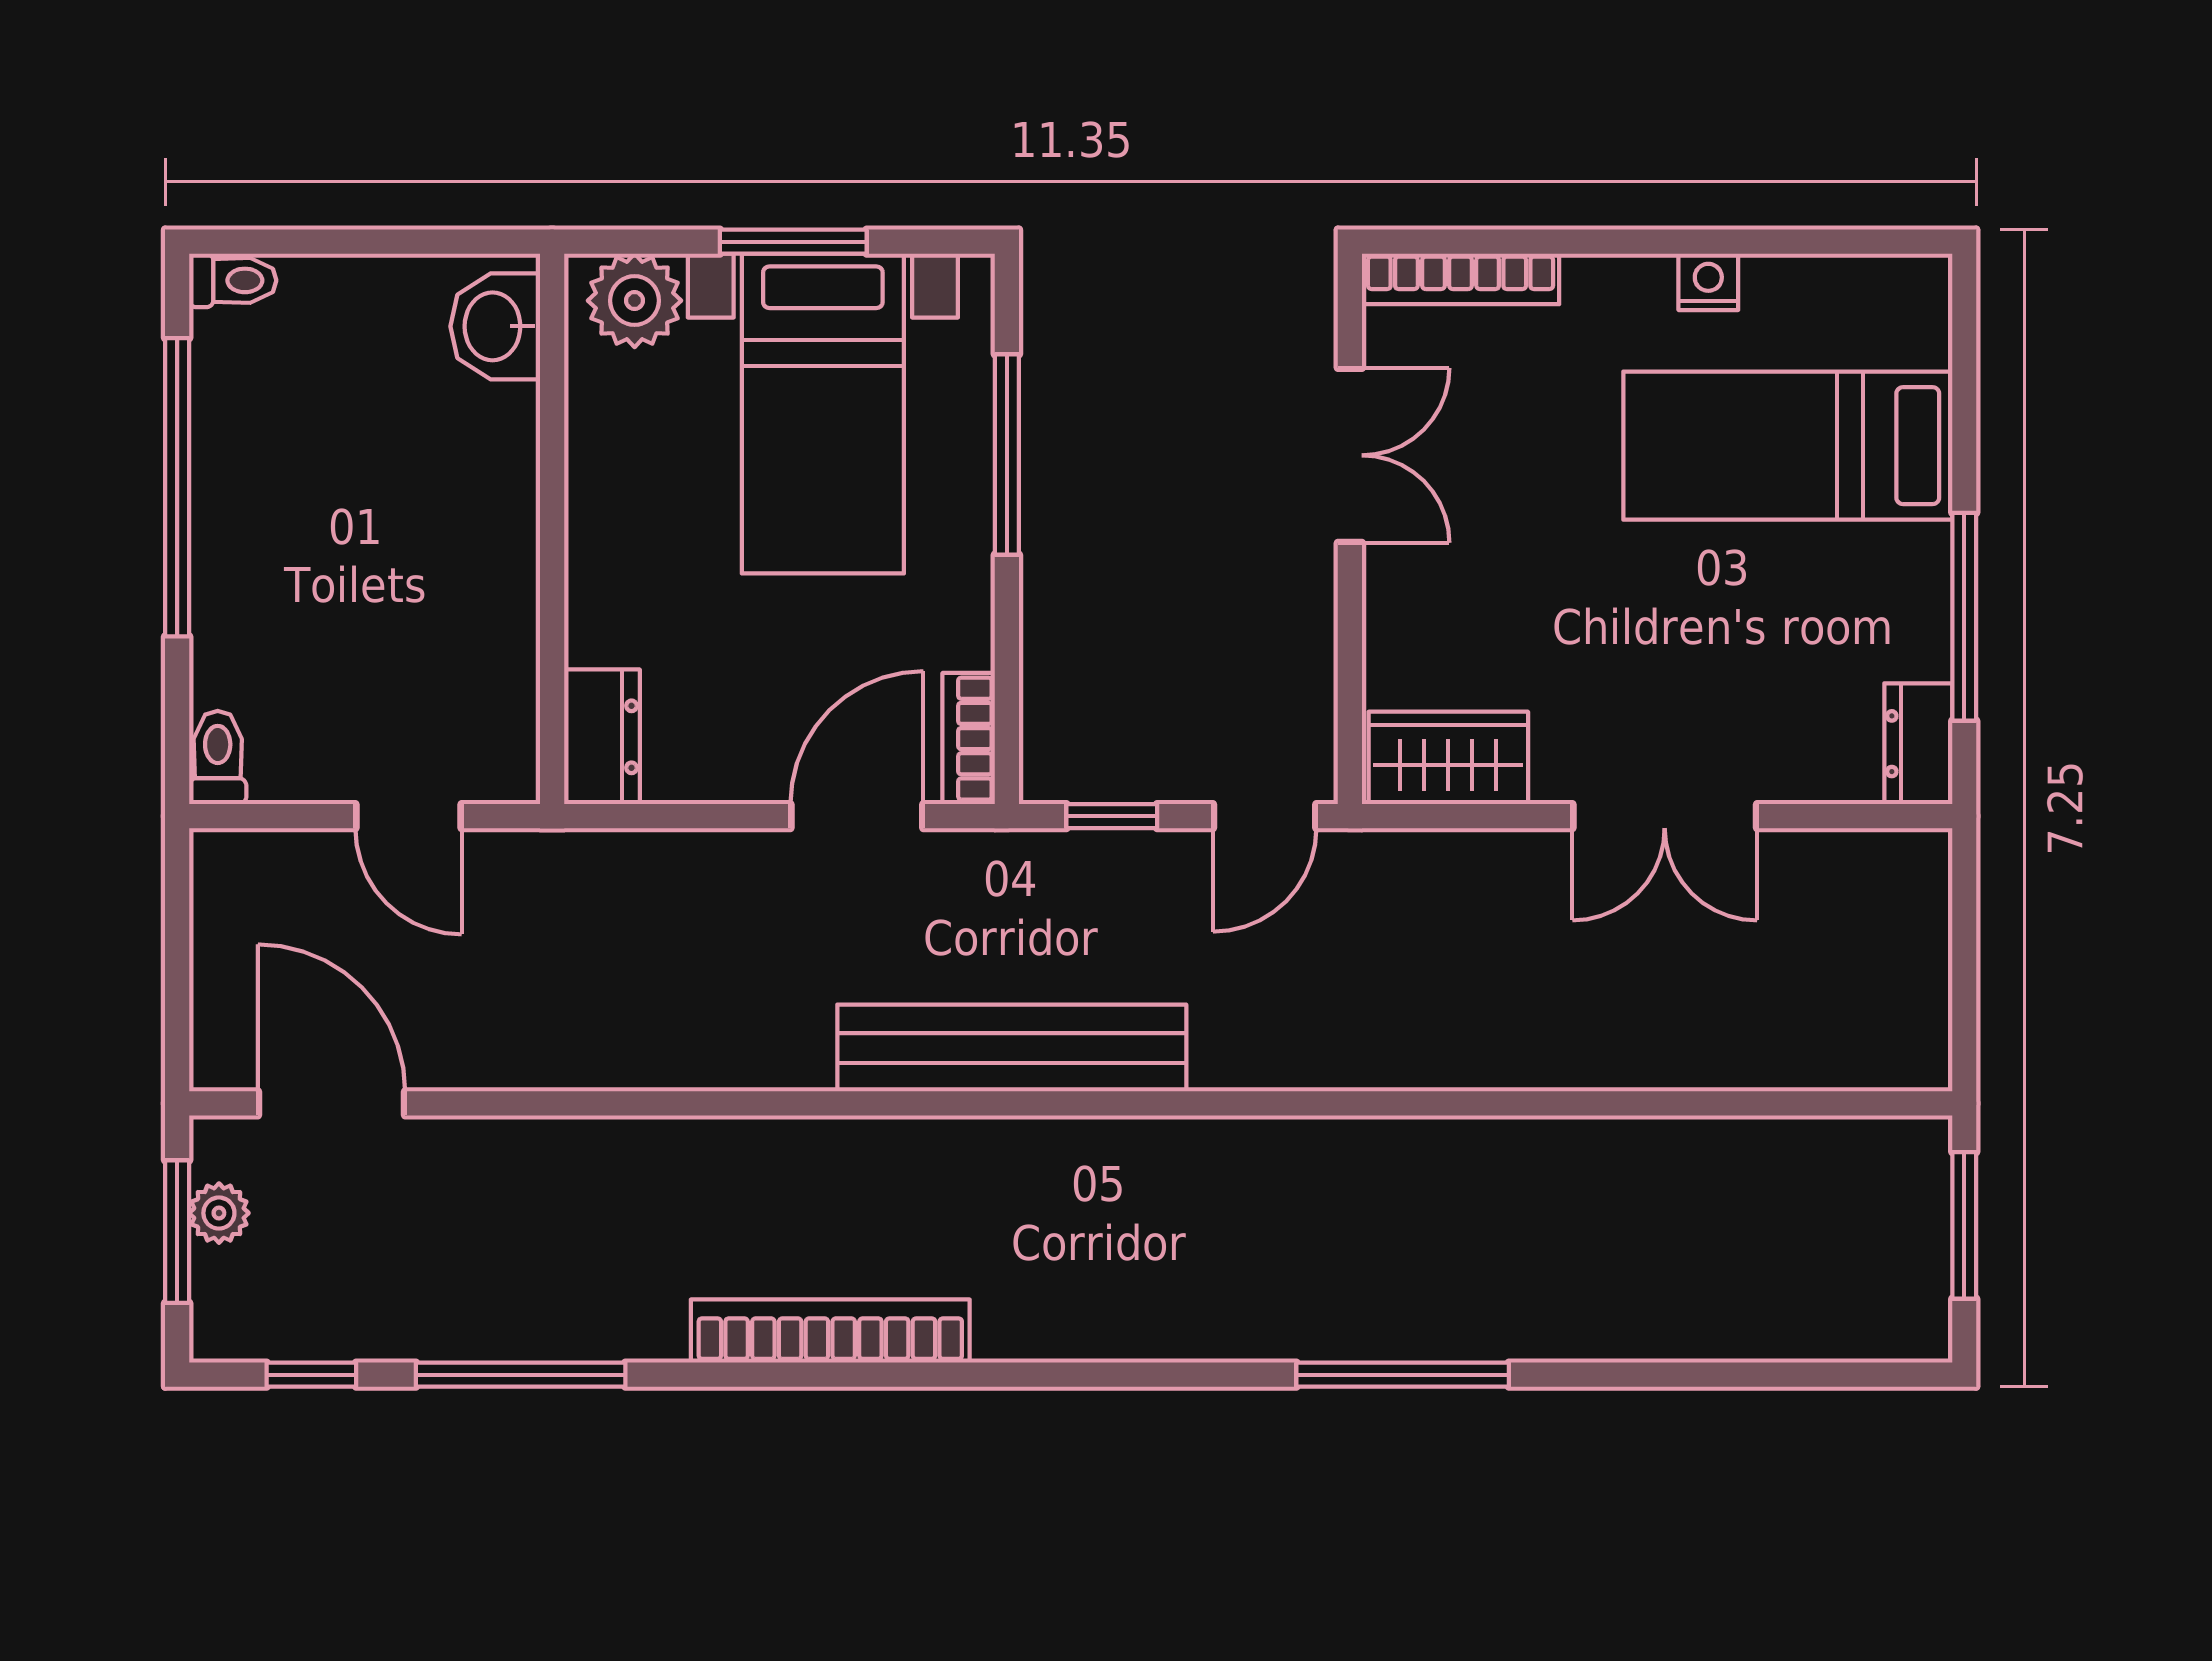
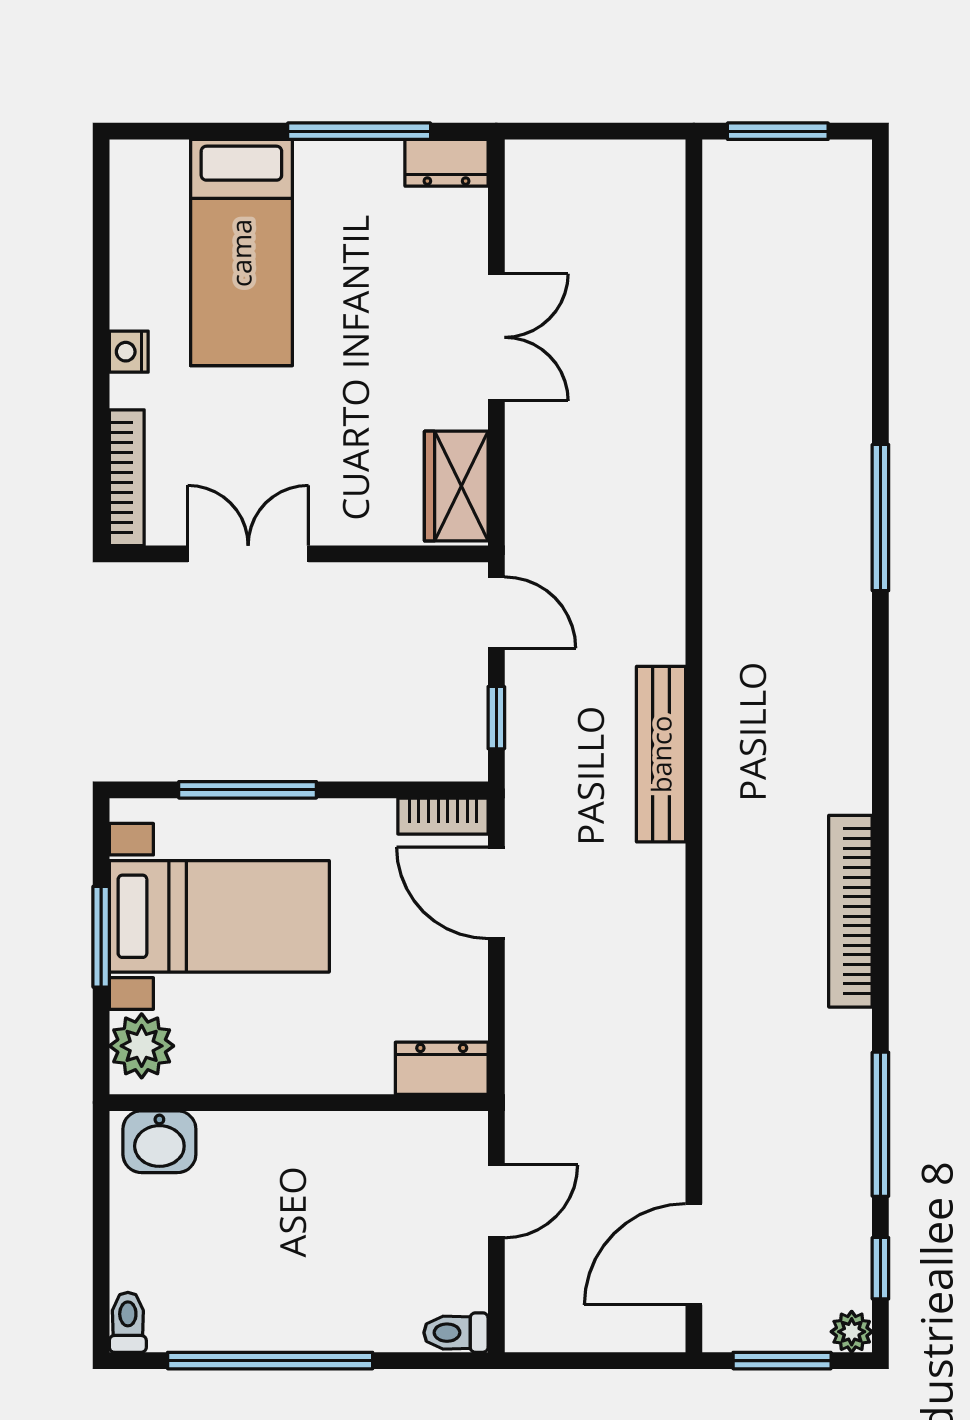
nightstand: (1708, 282) -> (129, 352), moved
bench: (1012, 1048) -> (661, 754), width x0.73, depth x0.82
plant: (219, 1213) -> (852, 1332), moved

